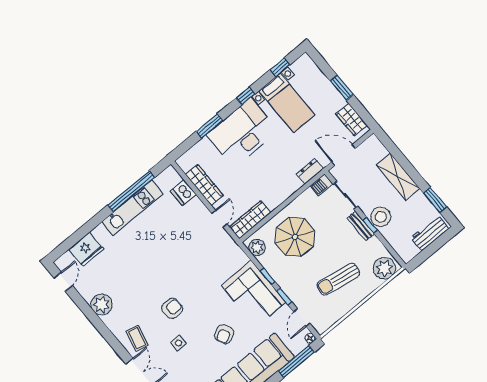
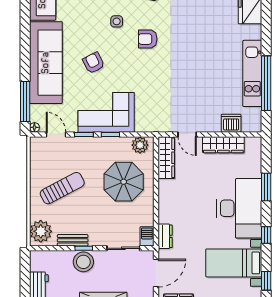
bench: (361, 226) -> (73, 240), moved
sun lounger: (338, 279) -> (62, 188), turned 52
armchair: (172, 308) -> (148, 39), turned 92

